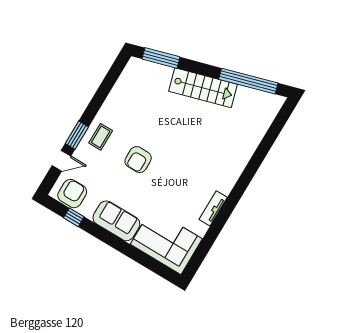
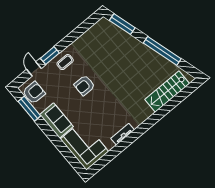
window: (248, 81) -> (162, 51), moved
stairs: (203, 88) -> (167, 91), moved, turned 106
door: (61, 161) -> (34, 69), swing flipped
window: (74, 217) -> (29, 109), width x2.17

